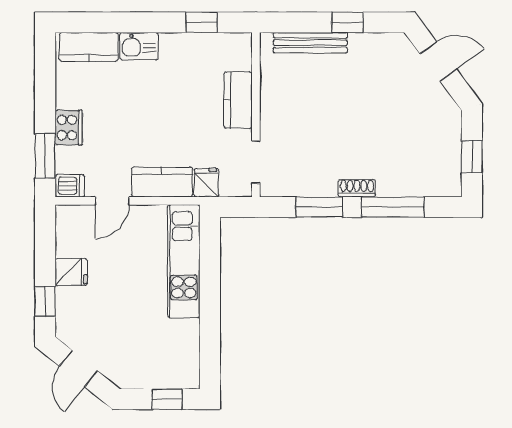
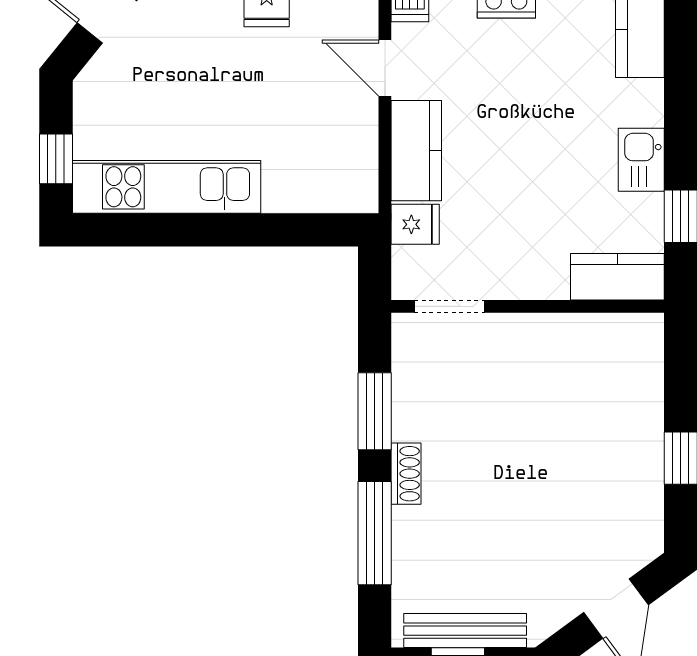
bench: (310, 43) -> (465, 631), moved, turned 90
kitchen sink: (139, 46) -> (641, 160), moved
kitchen counter: (238, 100) -> (617, 277), moved
kitchen unit: (184, 261) -> (167, 187), moved

